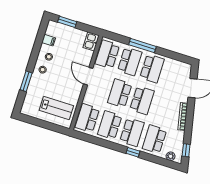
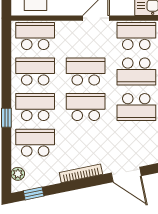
school desk: (142, 100) -> (86, 107), turned 180
school desk: (132, 132) -> (35, 107), turned 180

